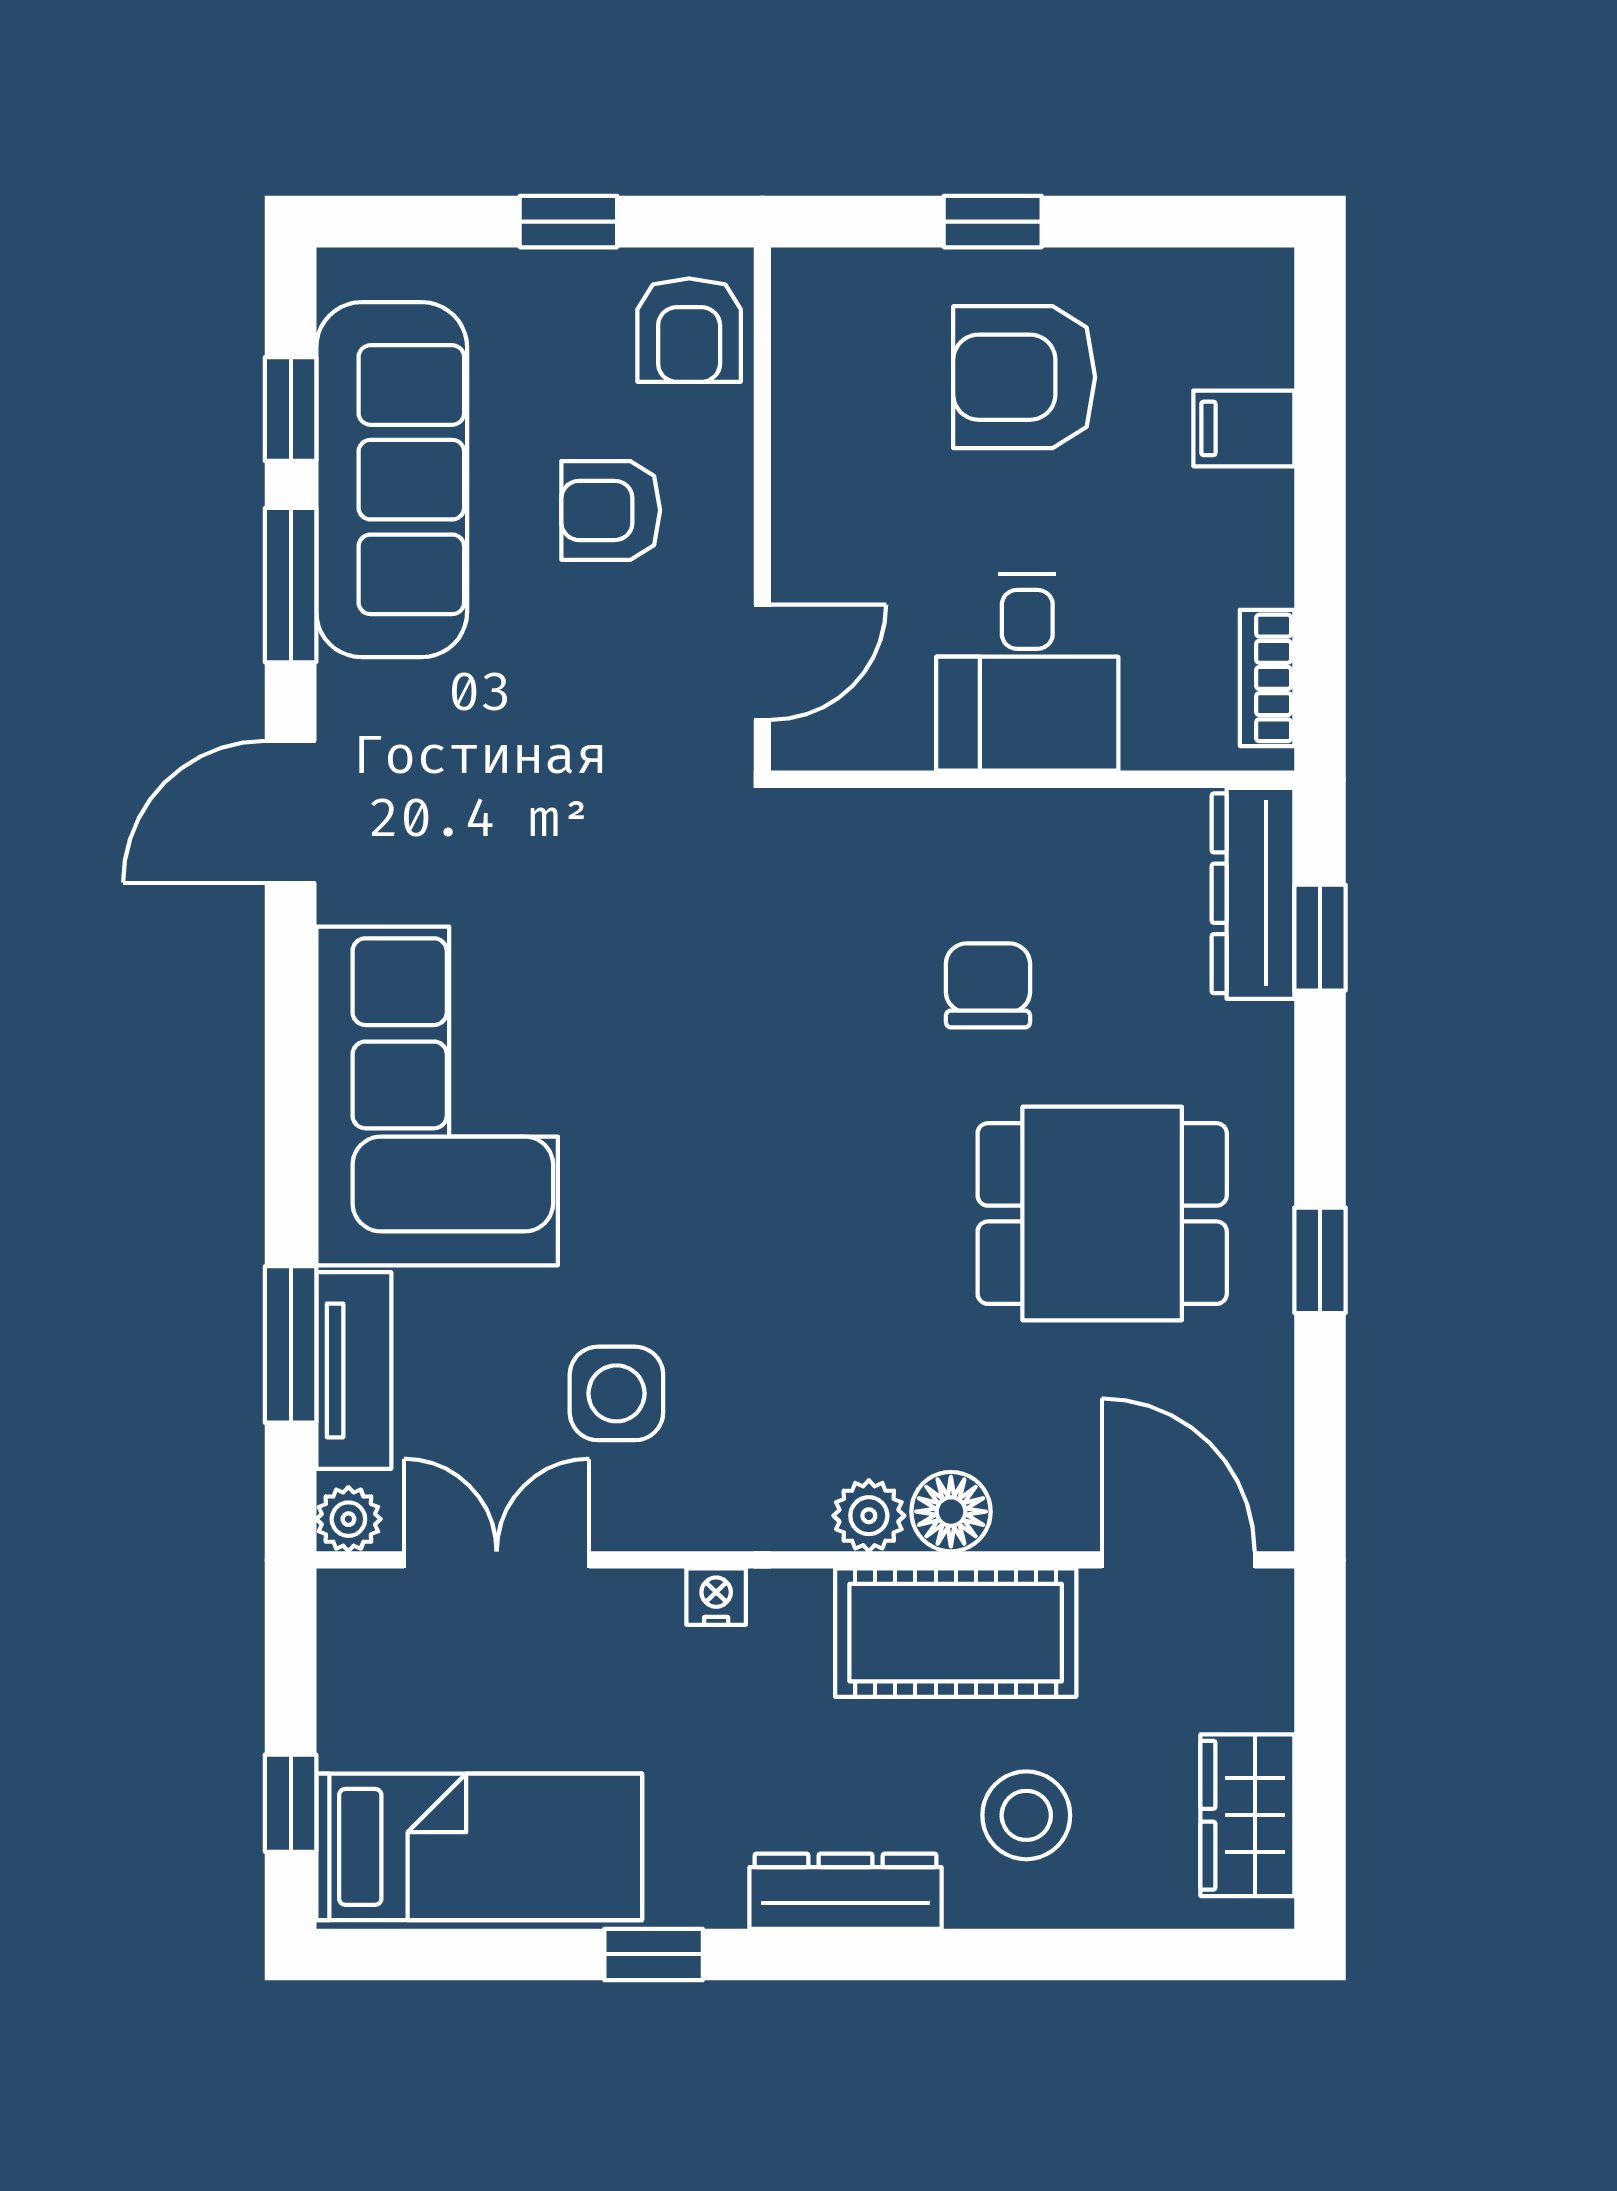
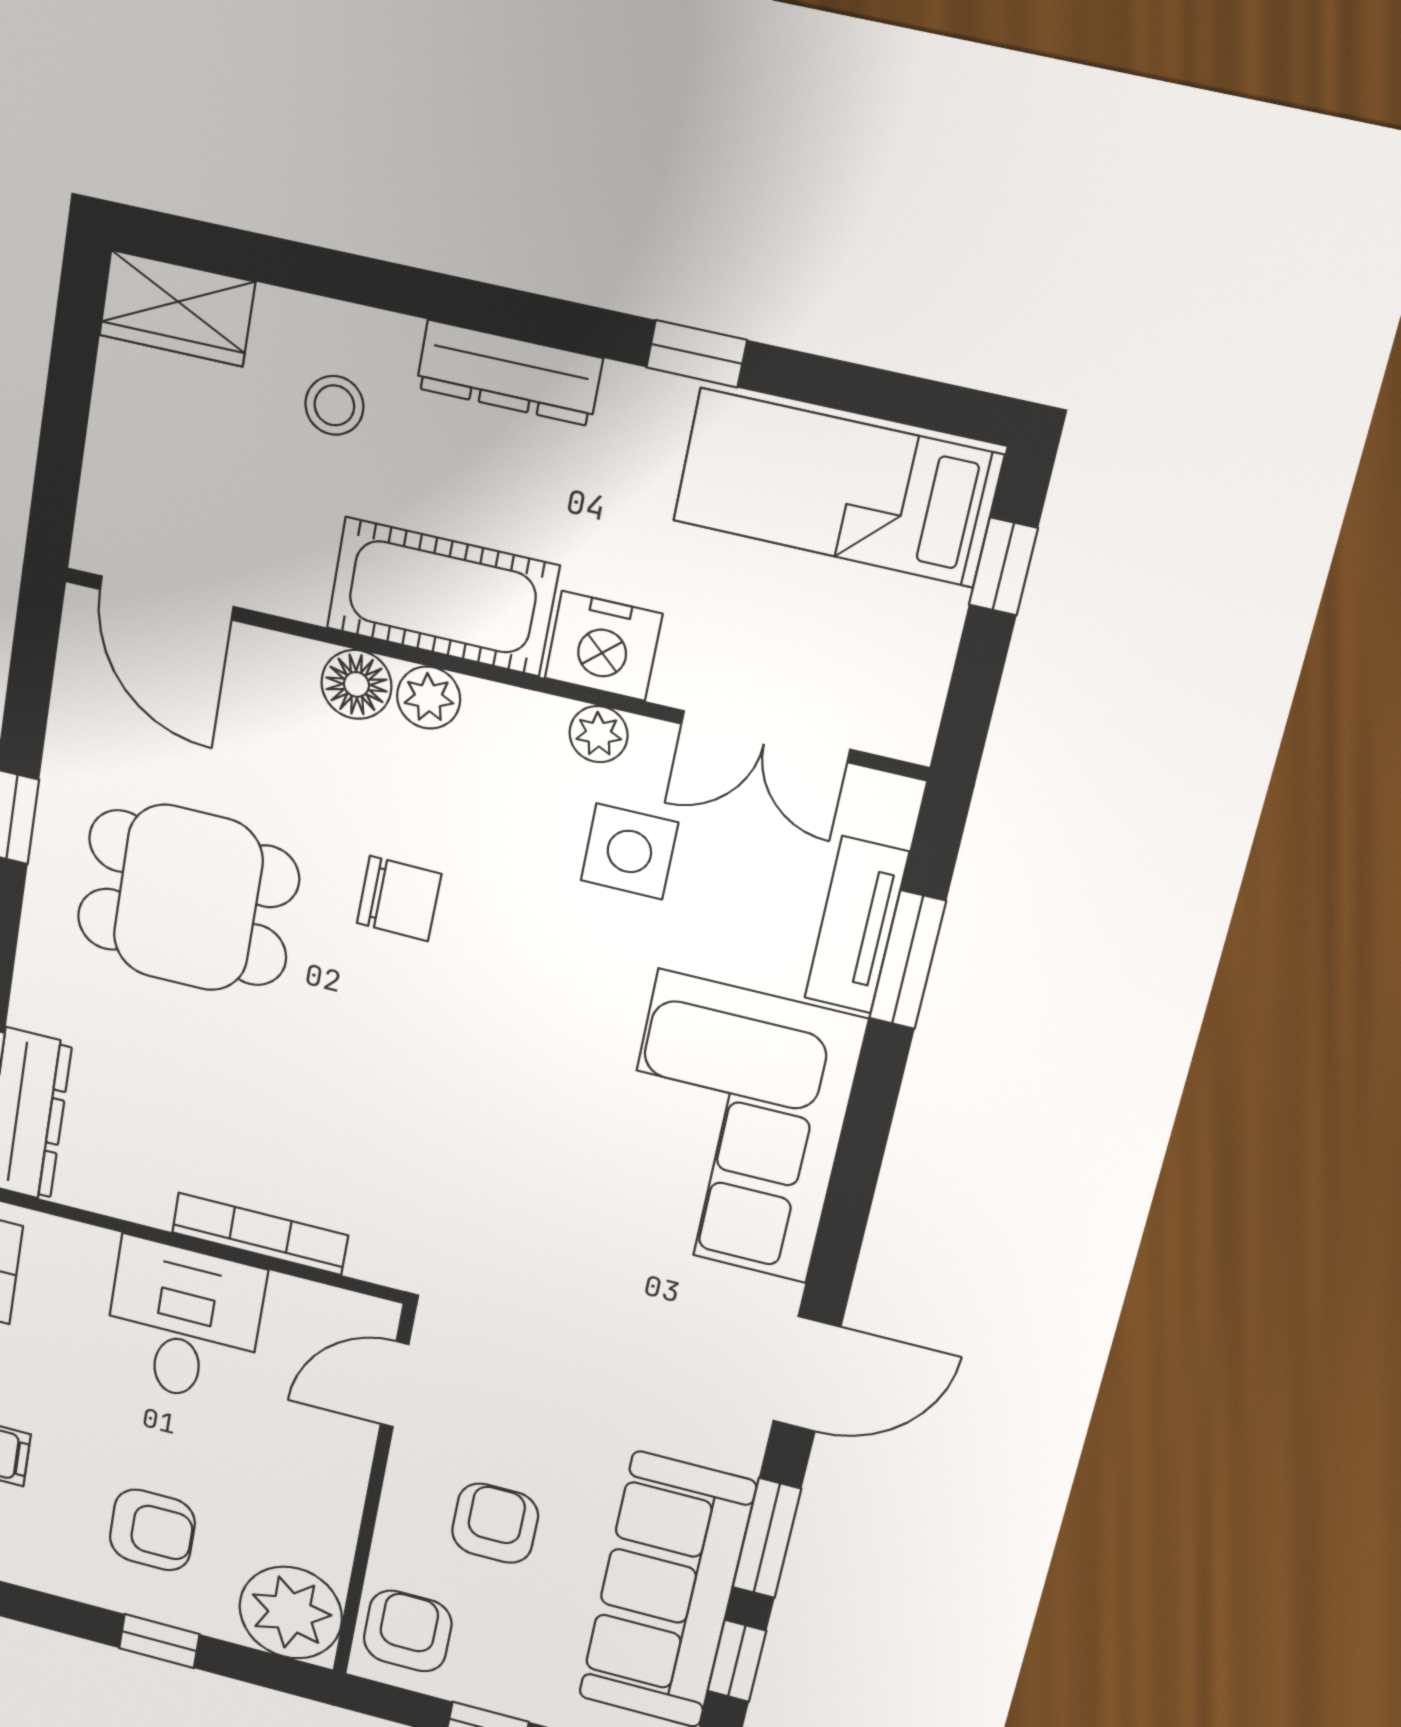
plant: (836, 312) -> (291, 1613), added
armchair: (1024, 377) -> (152, 1530), width x0.72, depth x0.72
armchair: (611, 510) -> (495, 1523), turned -90
bookcase: (954, 815) -> (260, 1234), added
chair: (988, 985) -> (399, 899), moved, turned -89
plant: (348, 1519) -> (599, 734), moved
nightstand: (716, 1597) -> (603, 646), width x1.89, depth x1.79
cot: (956, 1633) -> (442, 597), moved
stool: (1026, 1815) -> (334, 405), width x0.73, depth x0.73
wardrobe: (1247, 1815) -> (177, 308), moved, turned 90

